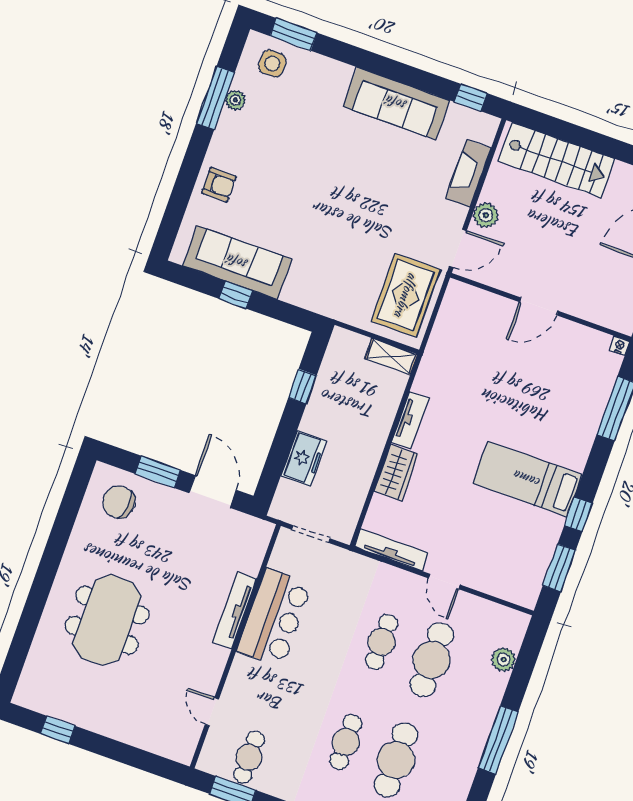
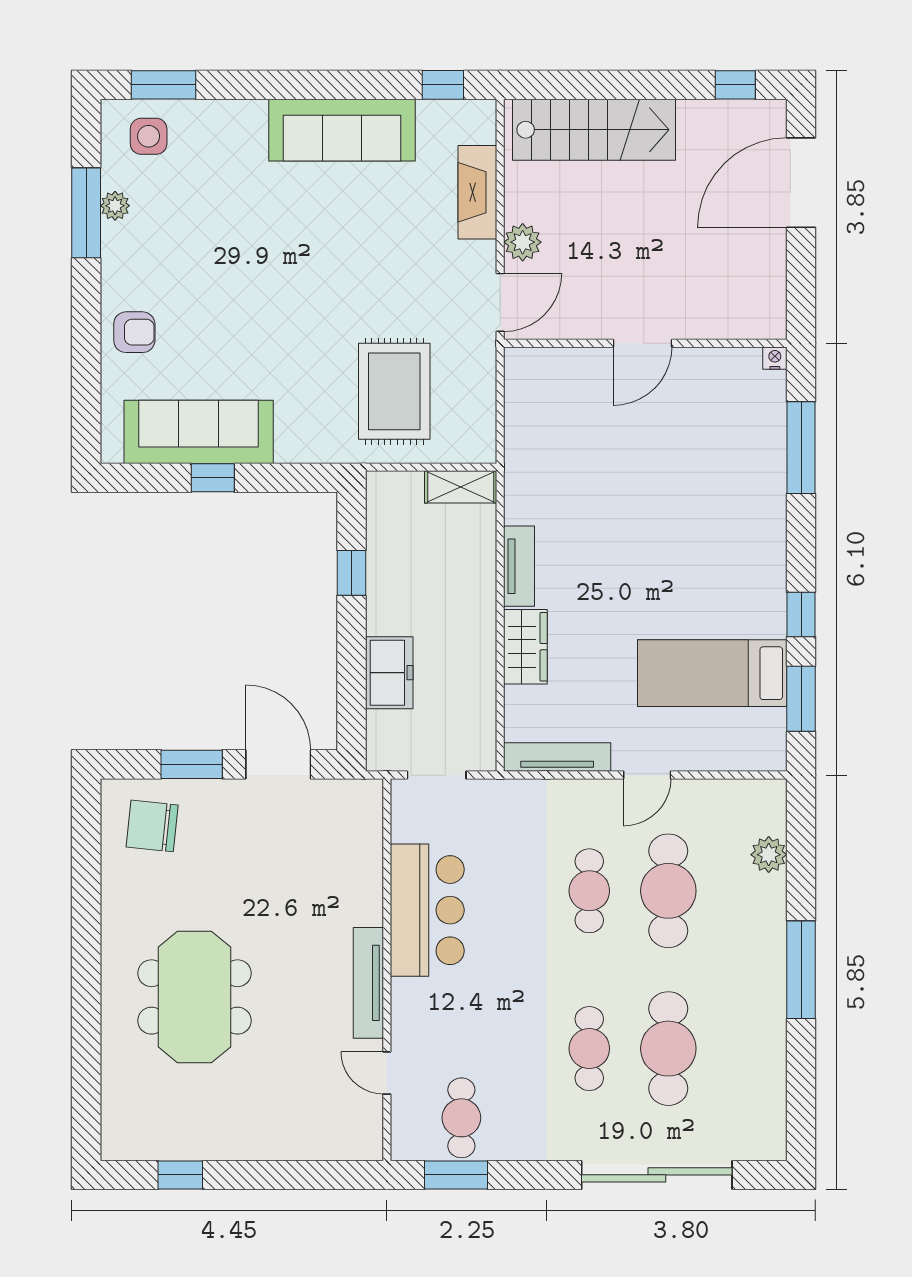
rug: (406, 295) -> (394, 391), moved
bed: (527, 479) -> (712, 673), moved
door: (444, 582) -> (647, 775), hinge flipped
tv unit: (235, 610) -> (368, 983), moved

